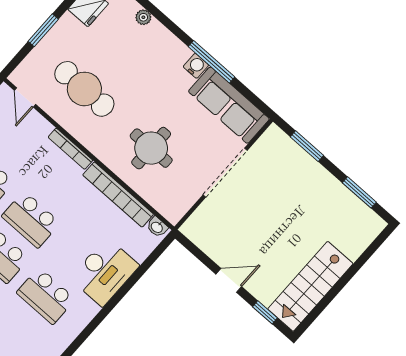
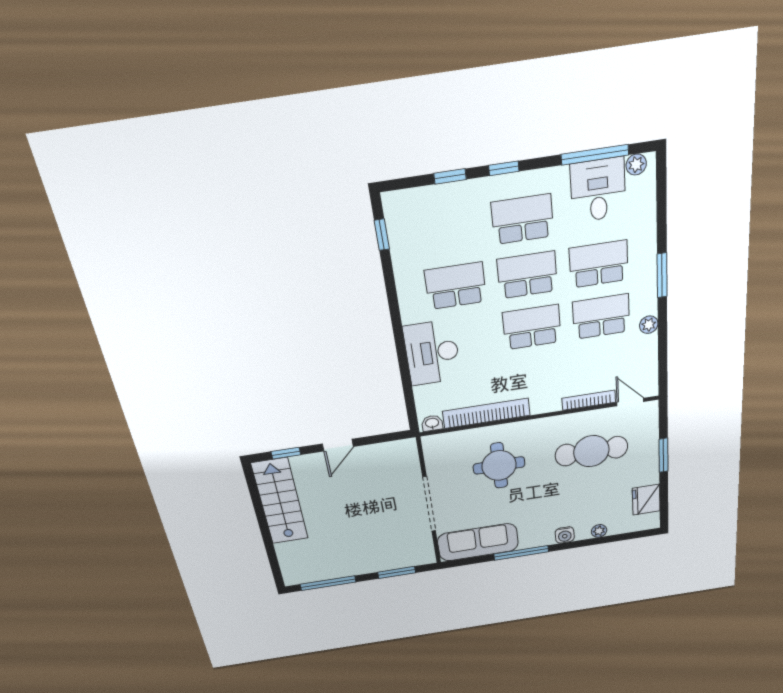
water cooler: (196, 66) -> (565, 535), moved
bookcase: (70, 149) -> (589, 400), moved
window: (359, 192) -> (328, 583), width x1.44

